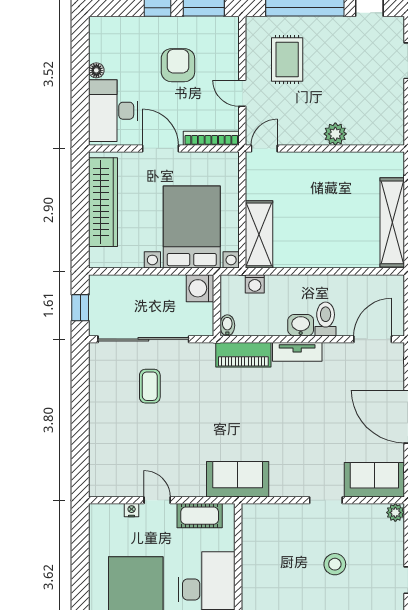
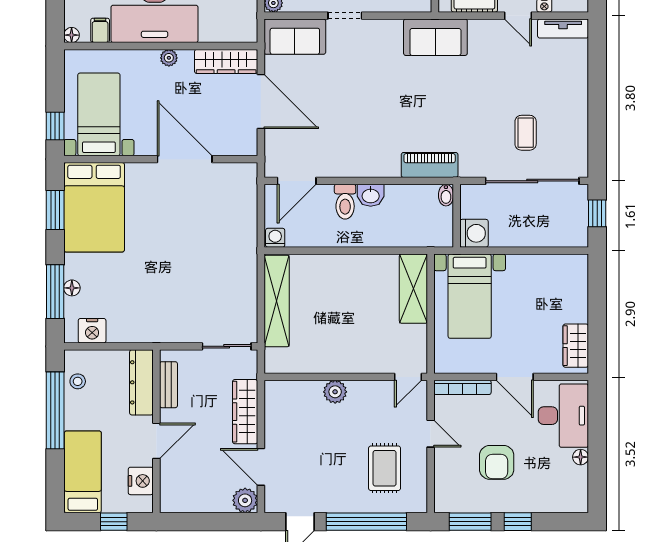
wardrobe: (103, 202) -> (576, 346), width x0.48, depth x0.85
bed with nightstands: (192, 227) -> (470, 296), width x0.73
washing machine: (255, 284) -> (275, 238), moved
tv unit: (297, 352) -> (563, 28), moved, turned 180

